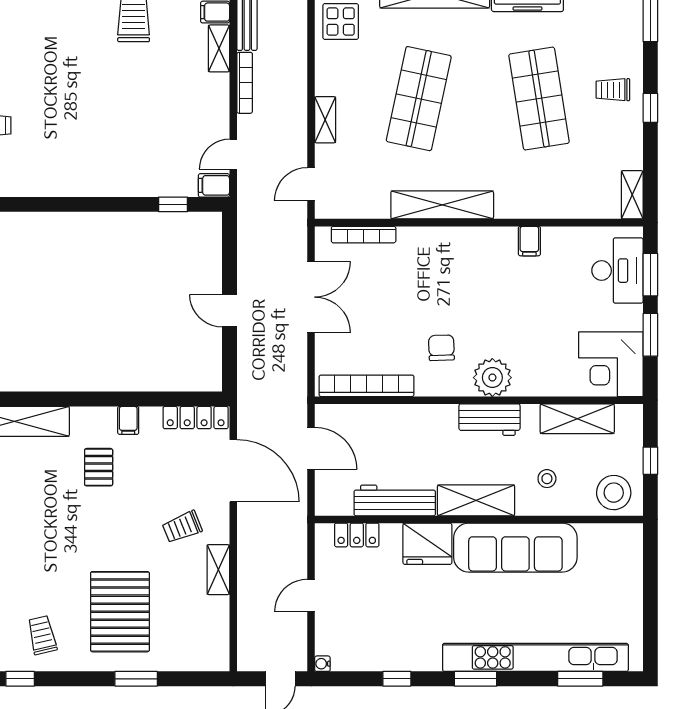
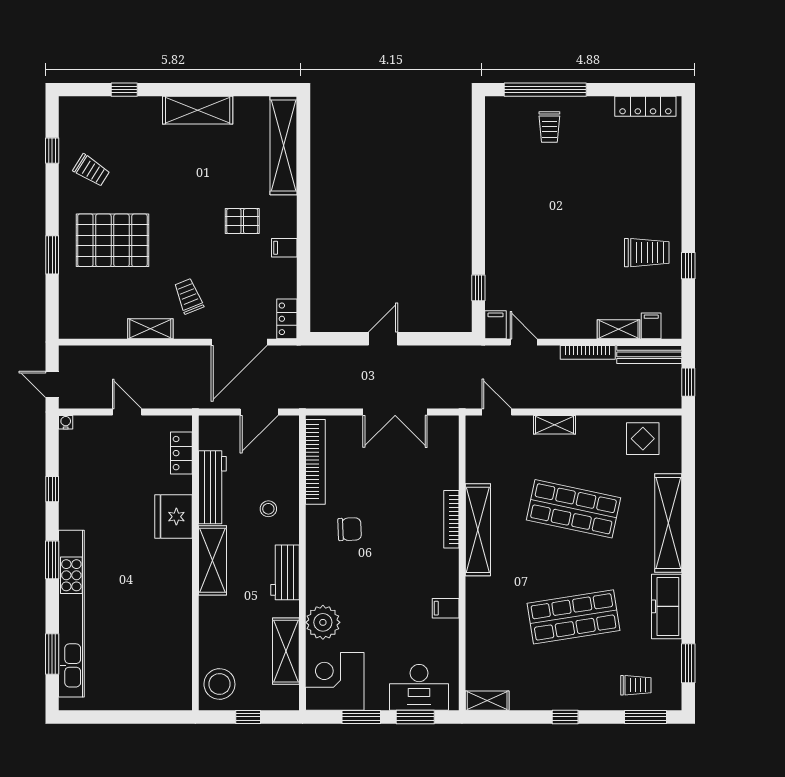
trolley: (613, 90) -> (636, 685), moved, turned 90
bookcase: (364, 235) -> (451, 519), moved
plant: (492, 378) -> (323, 622), moved
locker: (196, 418) -> (287, 319), width x0.66
stool: (547, 479) -> (268, 509), moved
sofa: (515, 548) -> (170, 596), removed
trolley: (42, 635) -> (91, 170), turned 45

